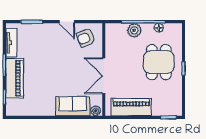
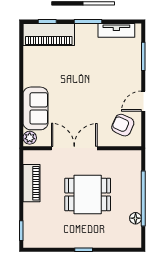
plant: (134, 30) -> (132, 187), removed
armchair: (86, 38) -> (123, 125), turned -44
dining table: (159, 62) -> (88, 194), moved
piano: (15, 78) -> (49, 34), moved
piano: (131, 107) -> (31, 183), width x0.73, depth x0.75

